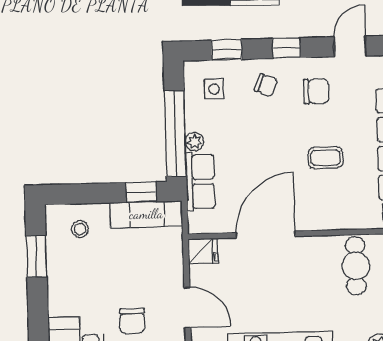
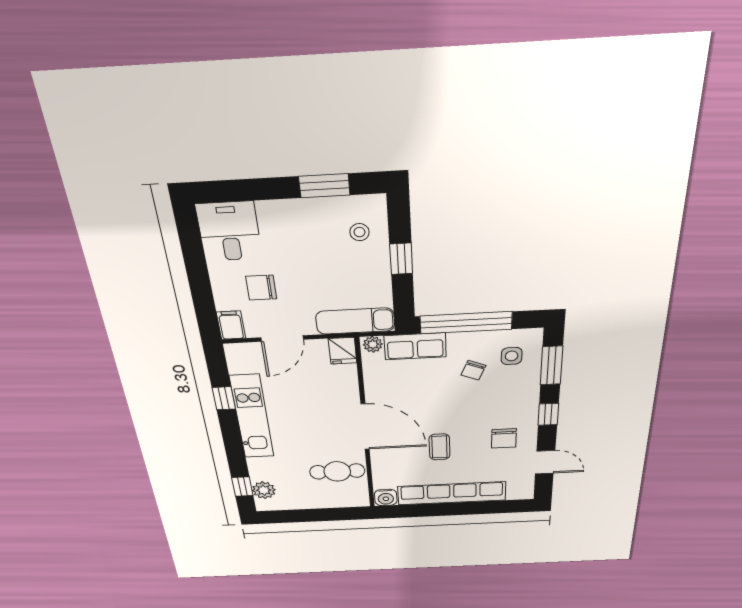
window: (227, 50) -> (551, 366), width x1.50
chair: (266, 85) -> (473, 370), moved
plant: (194, 142) -> (373, 344), moved
window: (141, 192) -> (401, 259), moved
exam couch: (146, 214) -> (355, 321), moved, turned 90
door: (266, 234) -> (365, 427), moved

